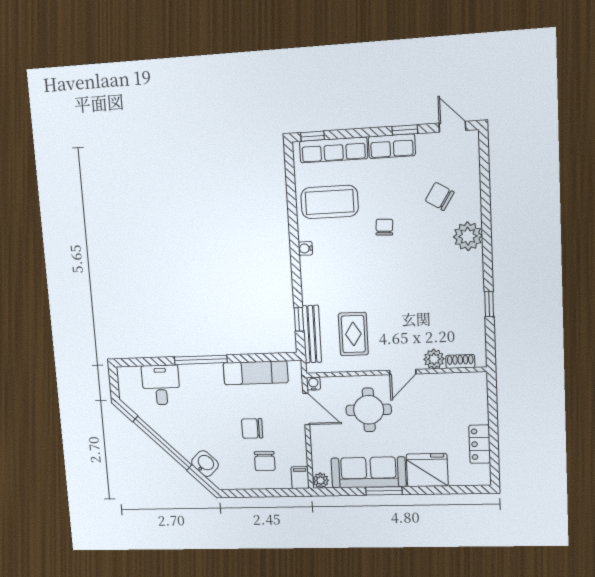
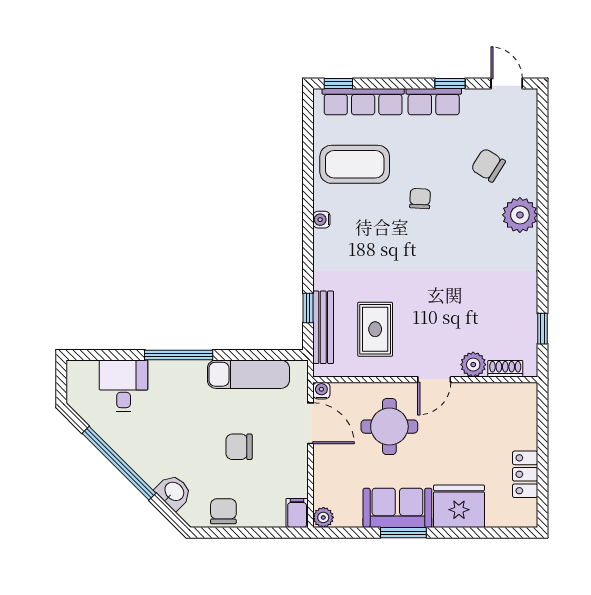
window: (489, 304) -> (542, 329), moved
chair: (265, 461) -> (223, 511), moved, turned 180
sofa: (369, 472) -> (397, 508), width x0.73

